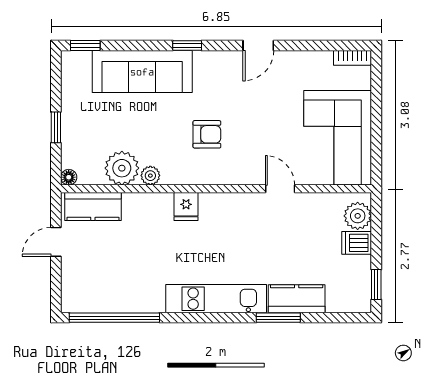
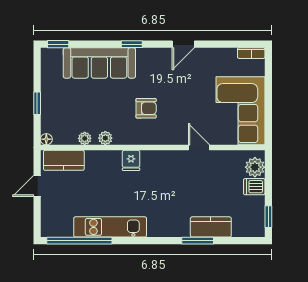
plant: (122, 168) -> (85, 138), width x0.53, depth x0.53
kitchen unit: (216, 299) -> (110, 227), moved

